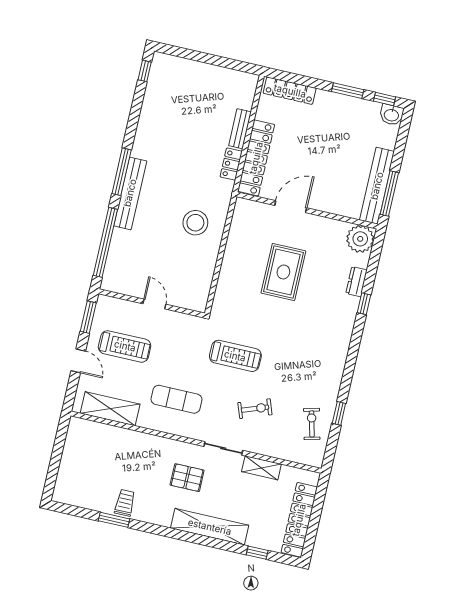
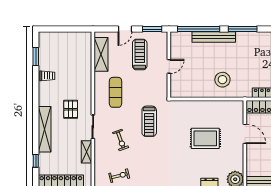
bench: (130, 193) -> (214, 37), moved
treadmill: (125, 346) -> (140, 55), turned 180
window: (114, 520) -> (36, 56), moved

